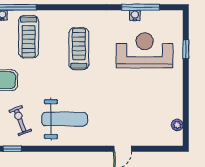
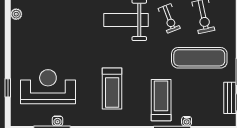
reception desk: (145, 50) -> (48, 87), turned 180

